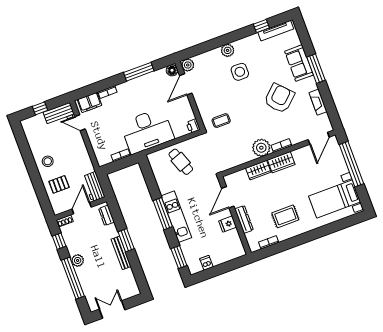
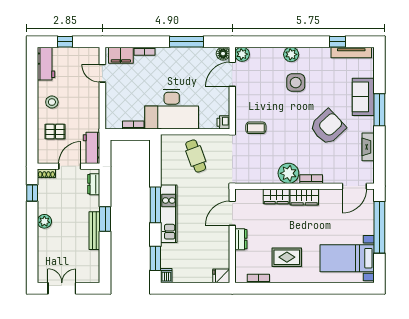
workbench: (59, 114) -> (46, 64), moved, turned -90
dresser: (244, 219) -> (241, 239), width x0.70
fridge: (228, 224) -> (221, 276), moved
dishwasher: (206, 263) -> (166, 276), moved
window: (73, 278) -> (32, 239), removed

